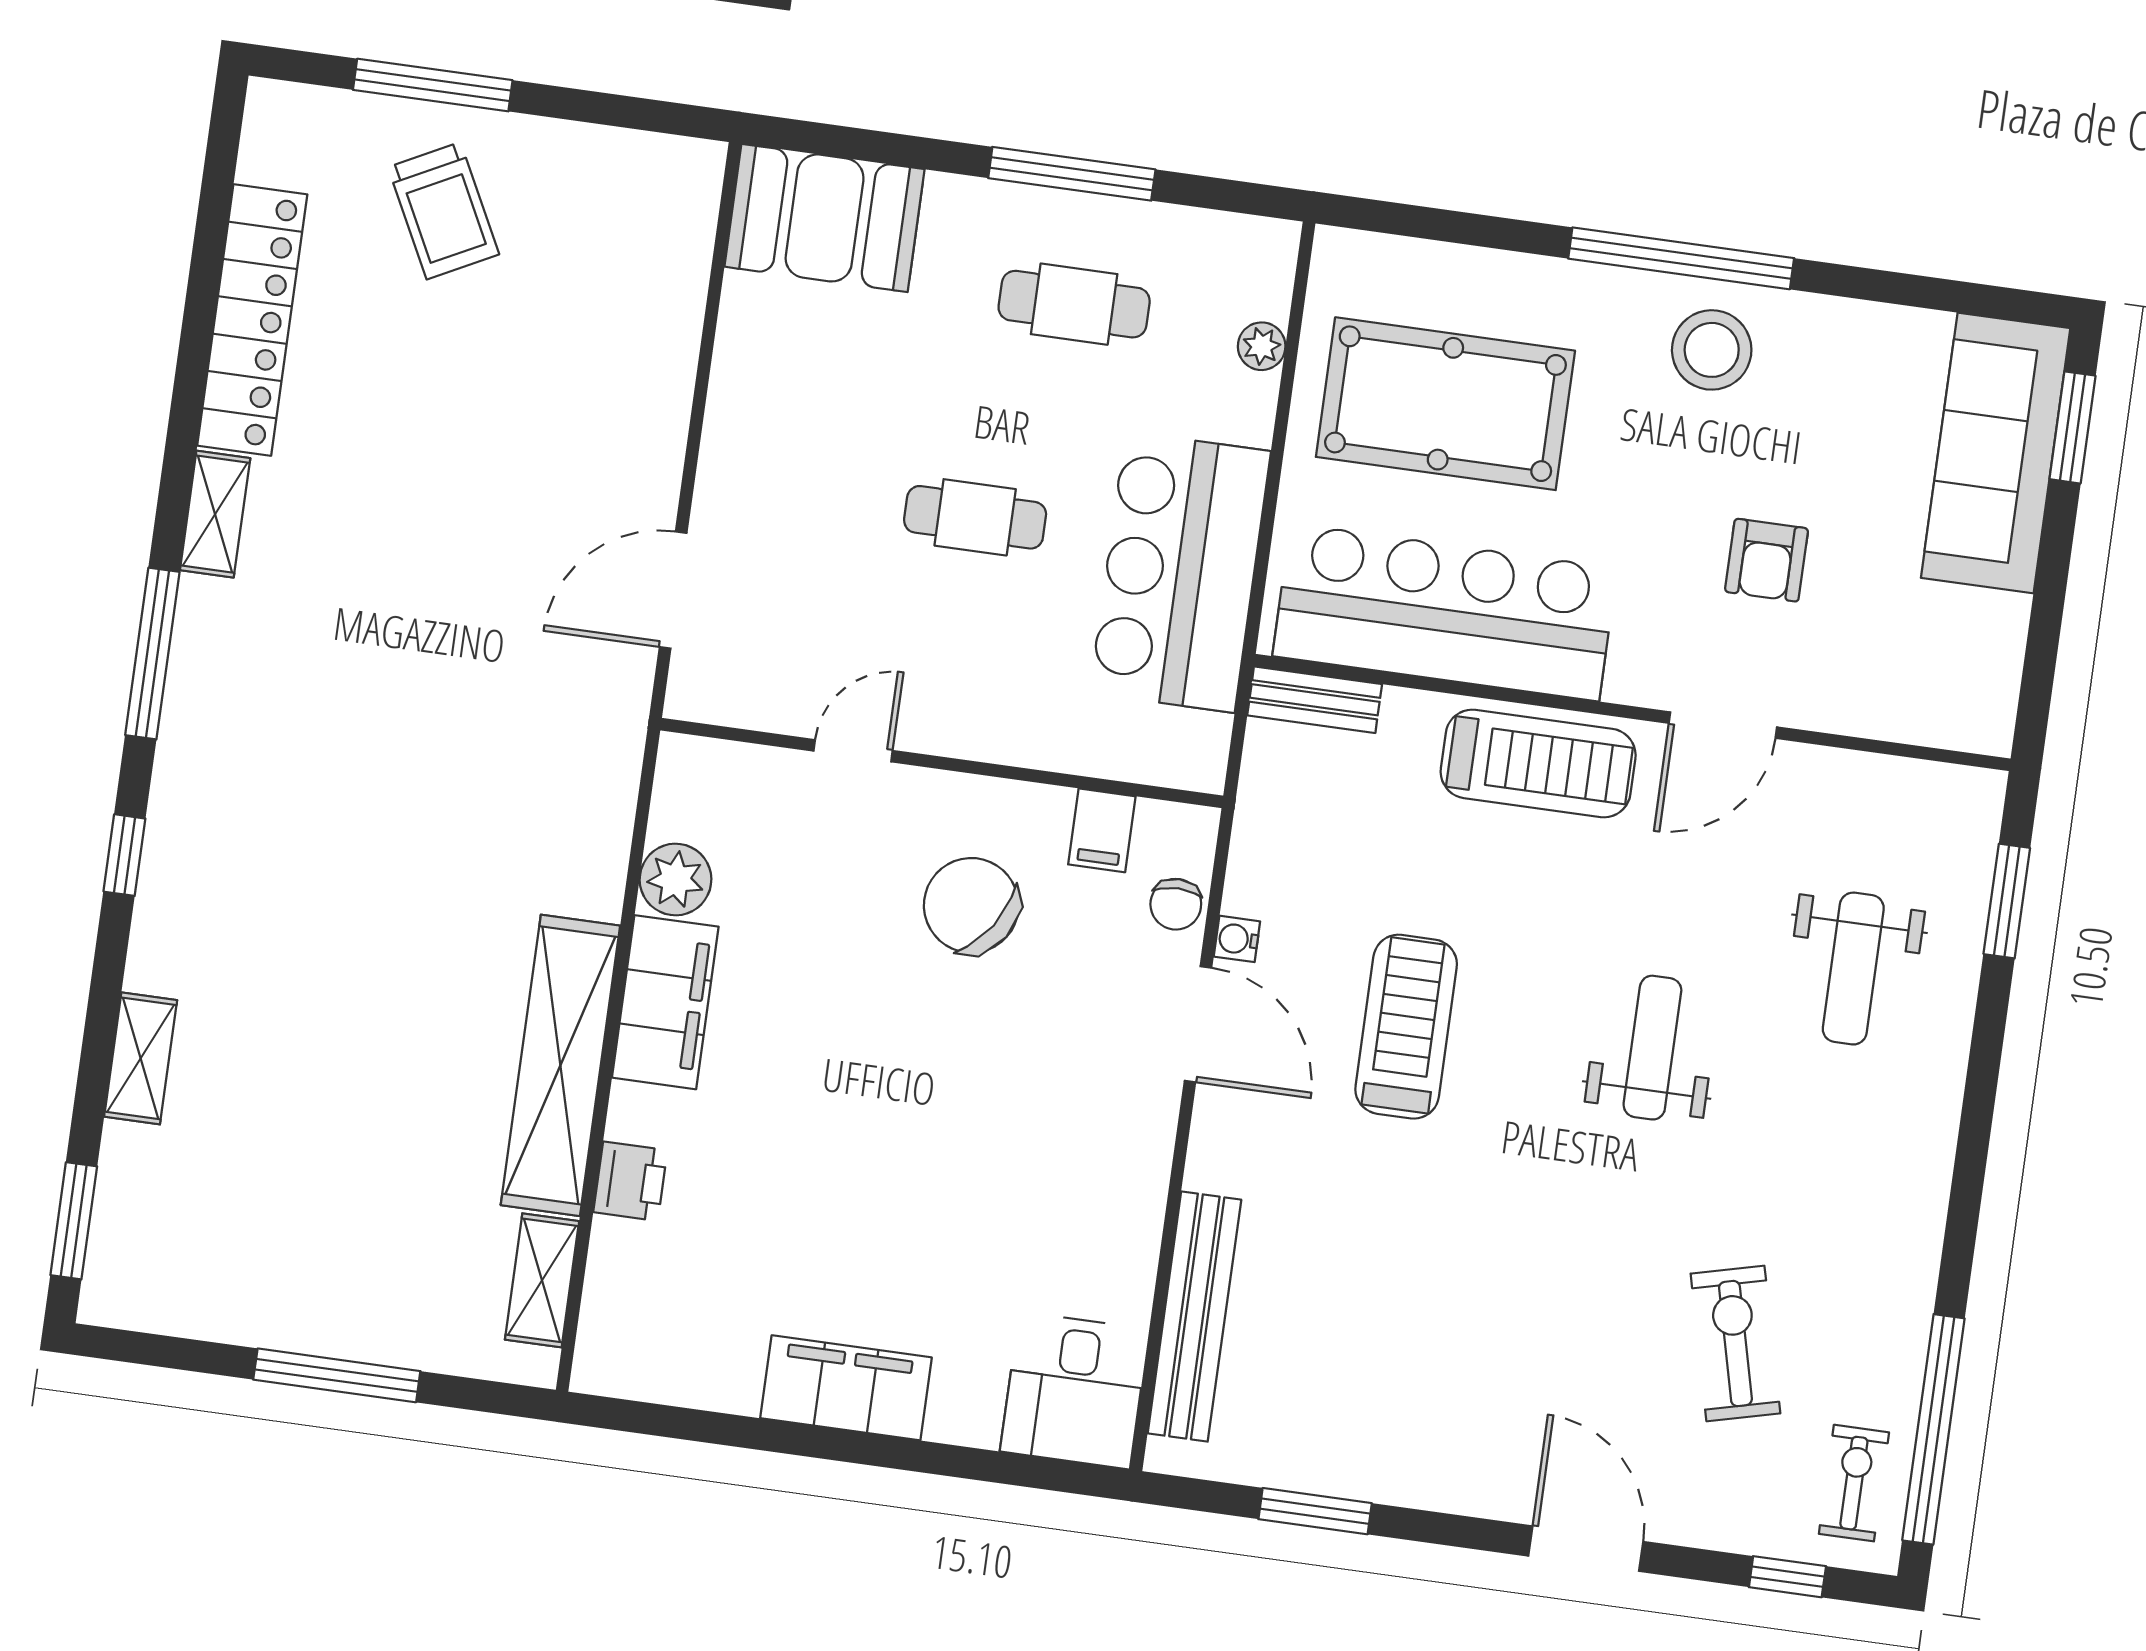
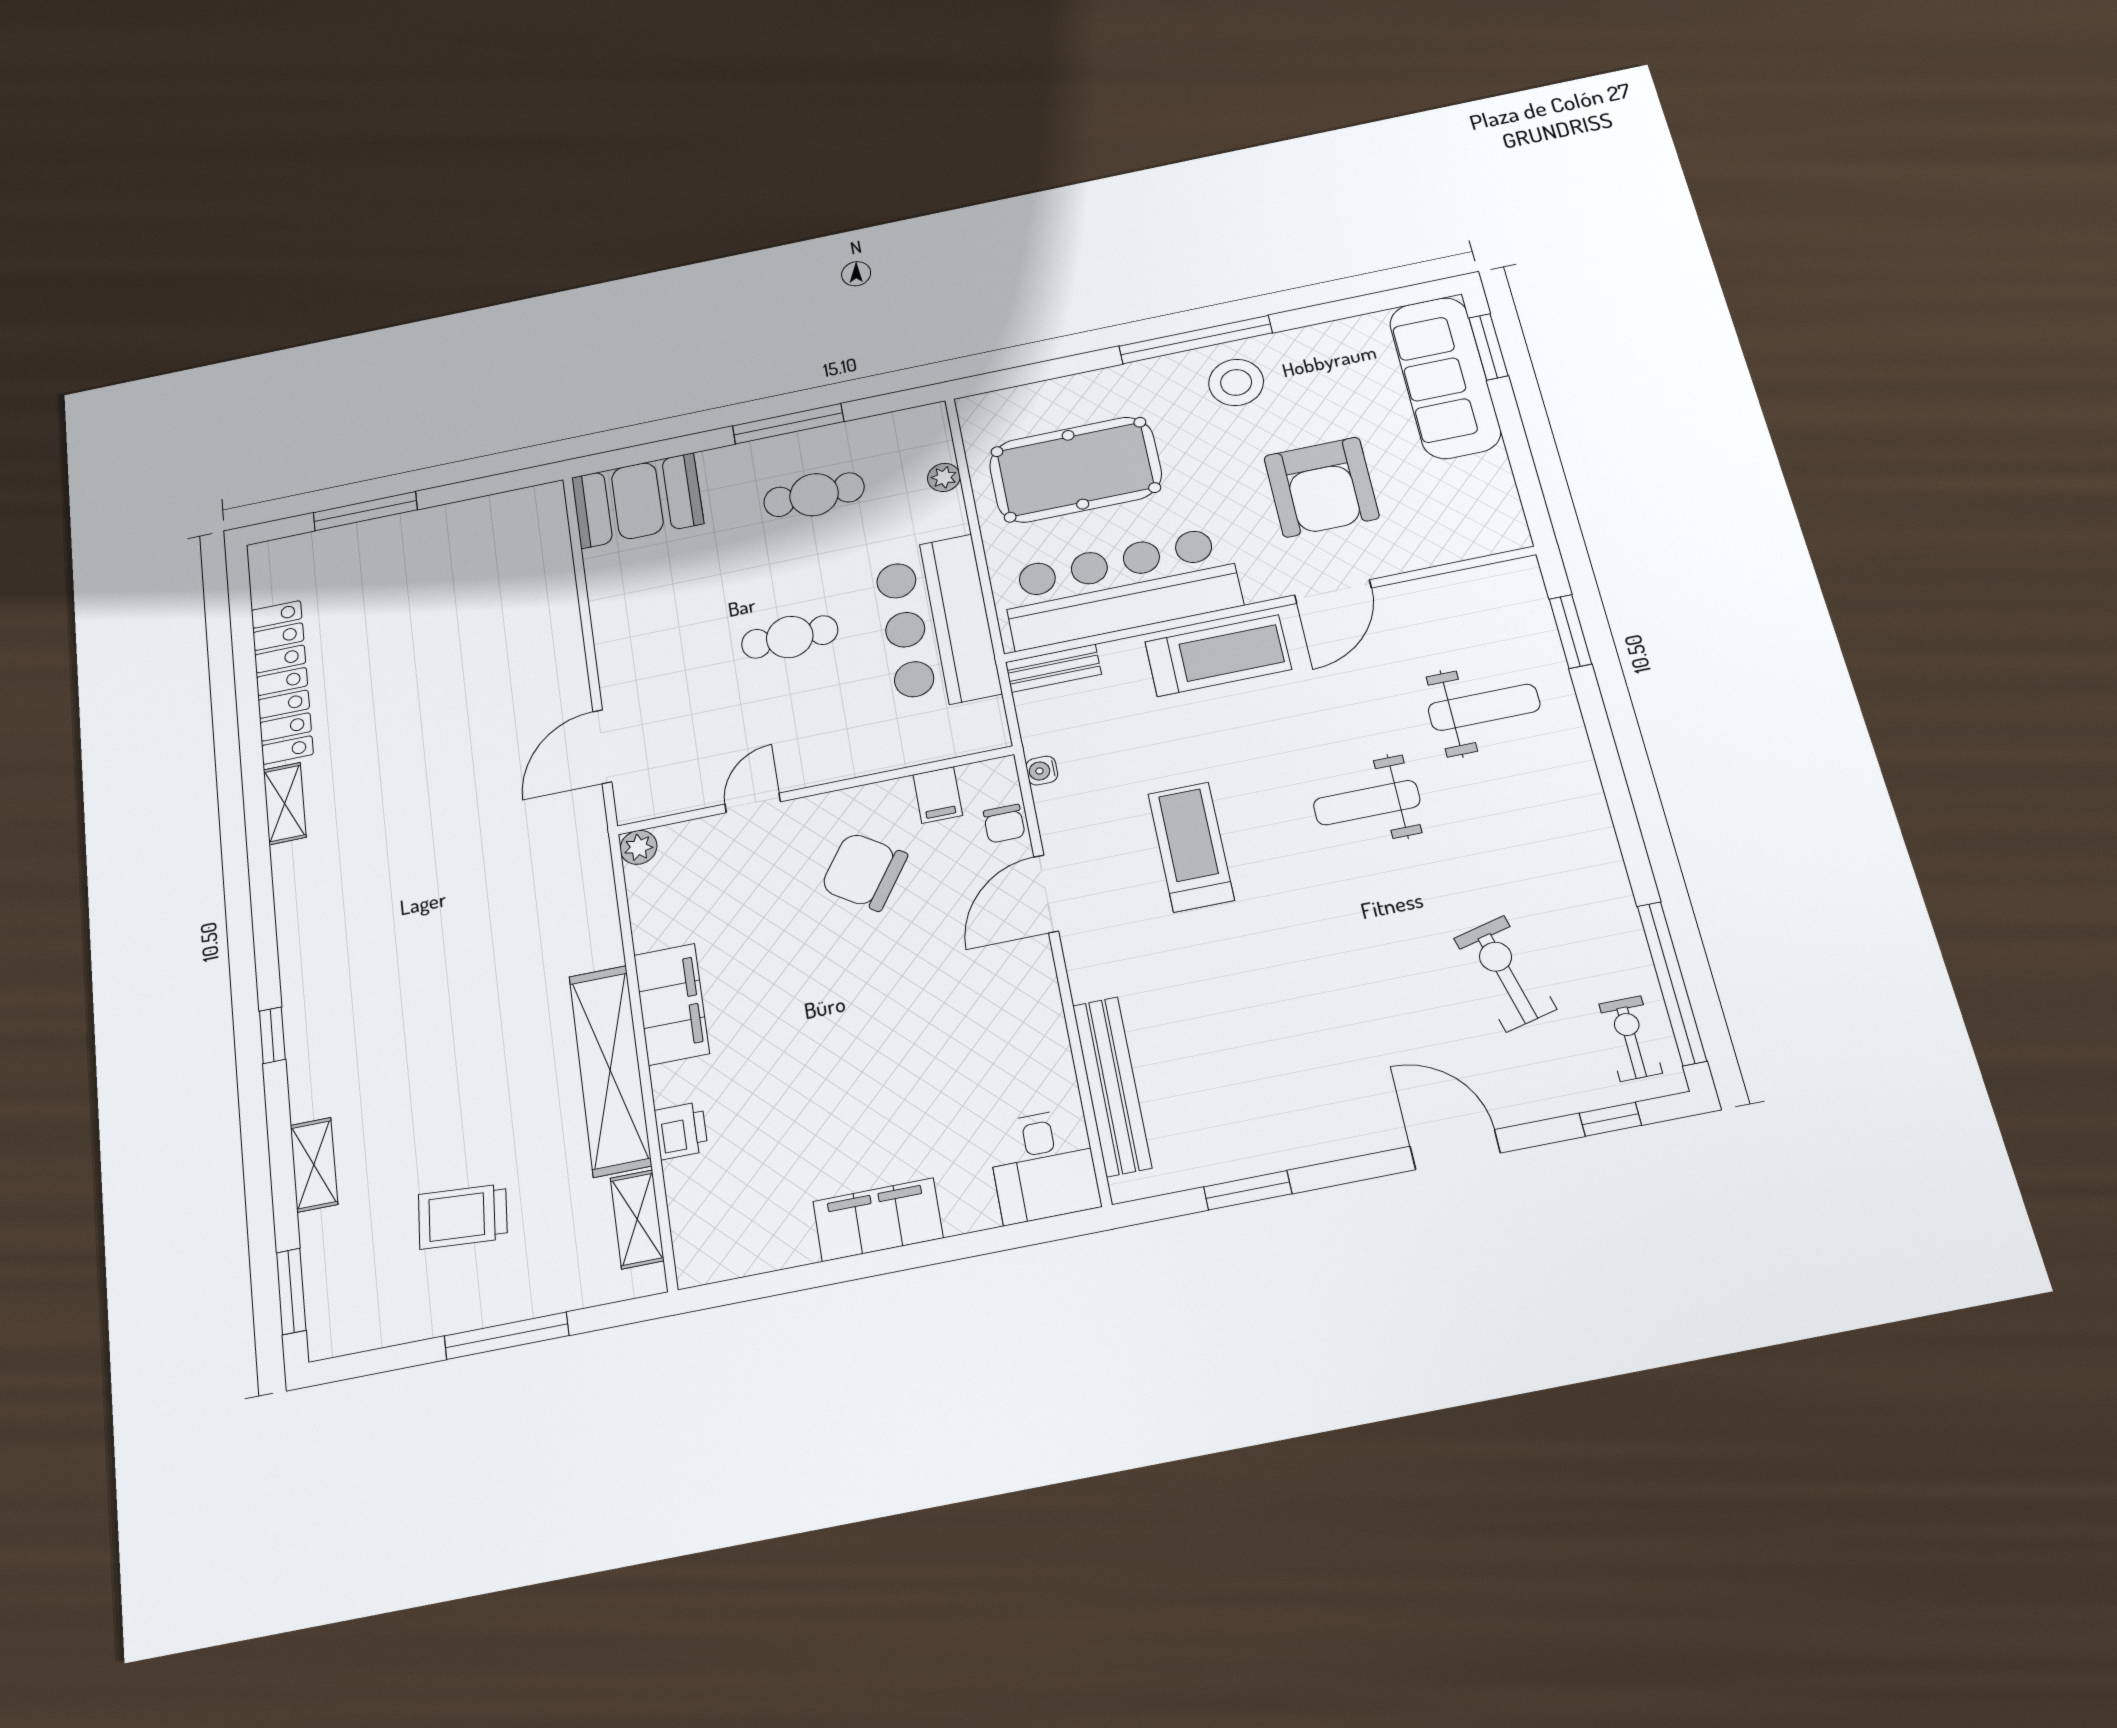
trolley: (443, 211) -> (463, 1216), moved, turned 121
armchair: (1767, 560) -> (1321, 487), width x1.88, depth x1.88
window: (152, 654) -> (262, 902), removed
plant: (676, 880) -> (638, 847), moved, width x0.73, depth x0.73
water cooler: (1237, 939) -> (1042, 771), moved
weight bench: (1853, 969) -> (1484, 707), turned -90
door: (1198, 1024) -> (1046, 894), swing flipped
weight bench: (1652, 1048) -> (1367, 803), turned -90

